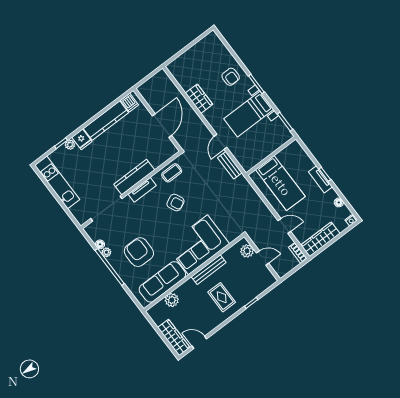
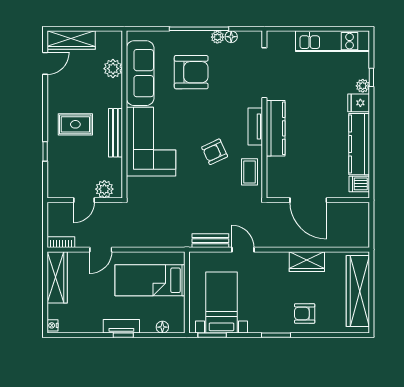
wardrobe: (193, 55) -> (358, 291), added
bed with nightstands: (249, 114) -> (221, 302), moved
floor lamp: (339, 202) -> (162, 327), moved

